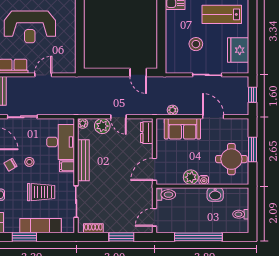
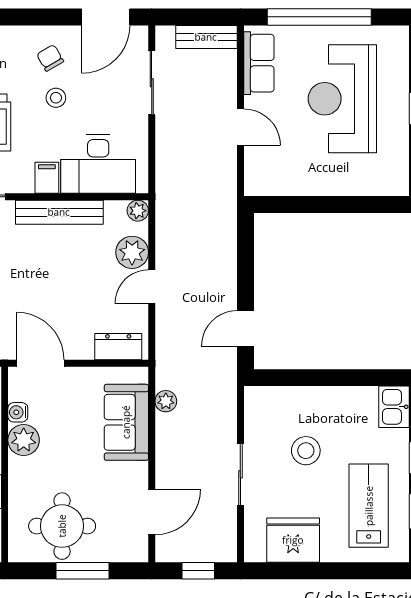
door: (213, 117) -> (152, 512), moved
water cooler: (204, 180) -> (18, 412), moved

